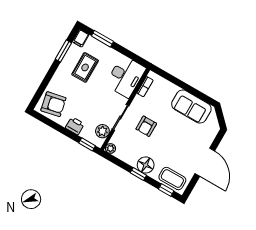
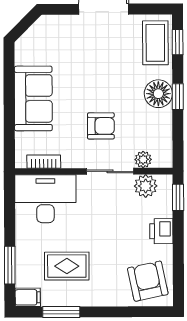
sofa: (191, 107) -> (33, 98), moved
plant: (110, 148) -> (143, 159), moved

